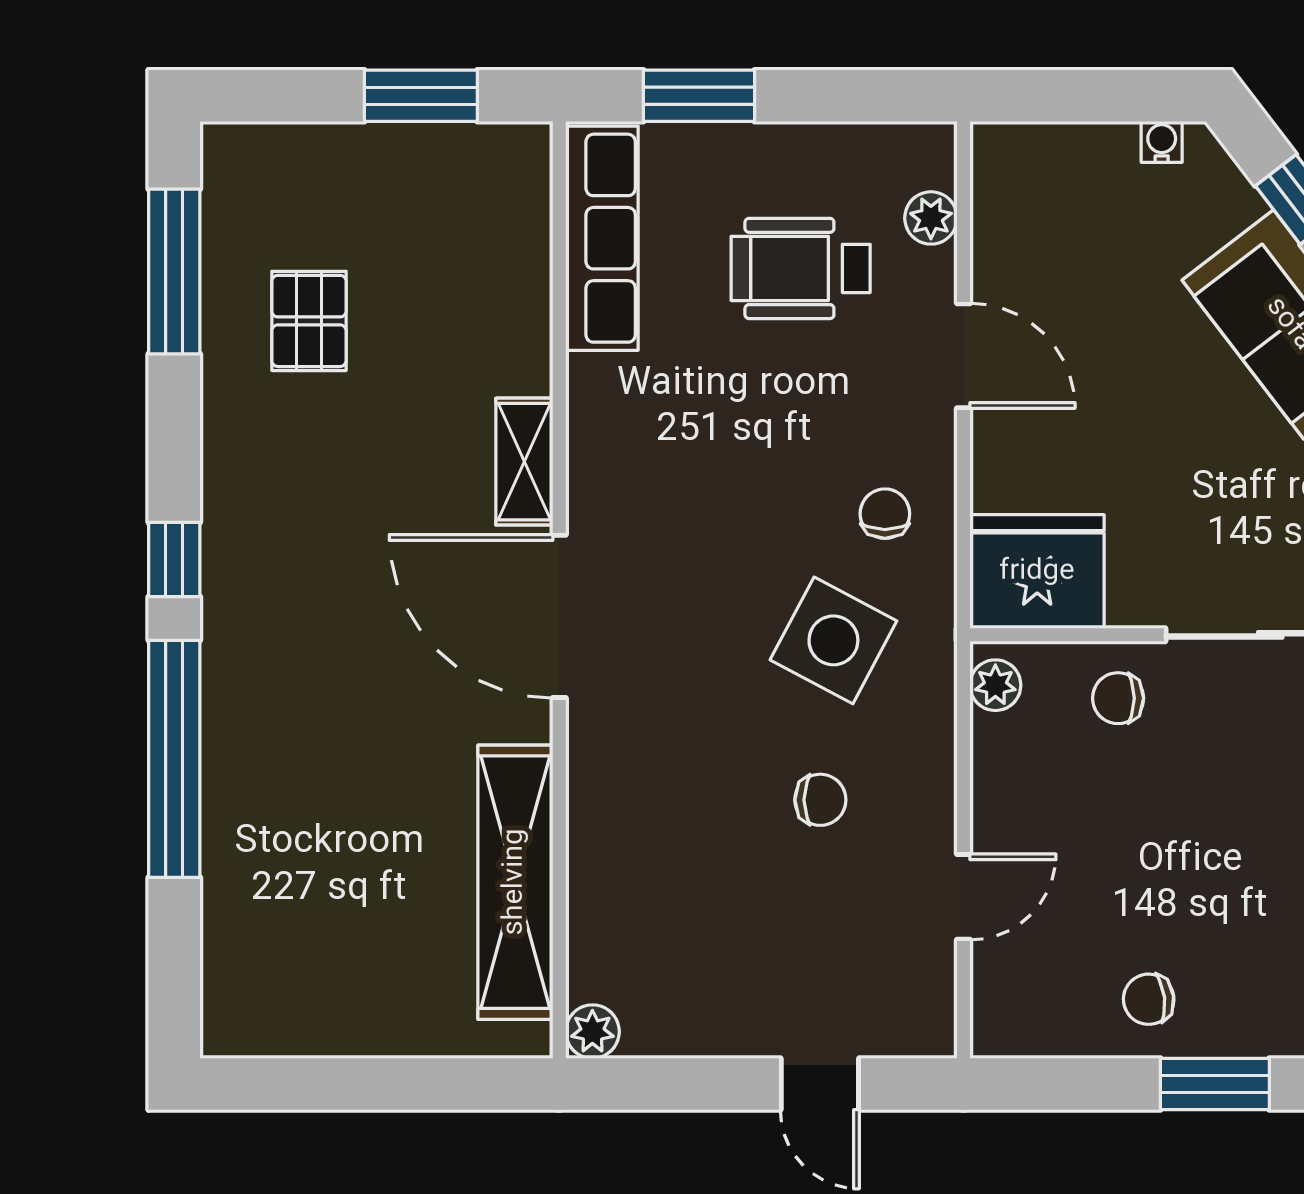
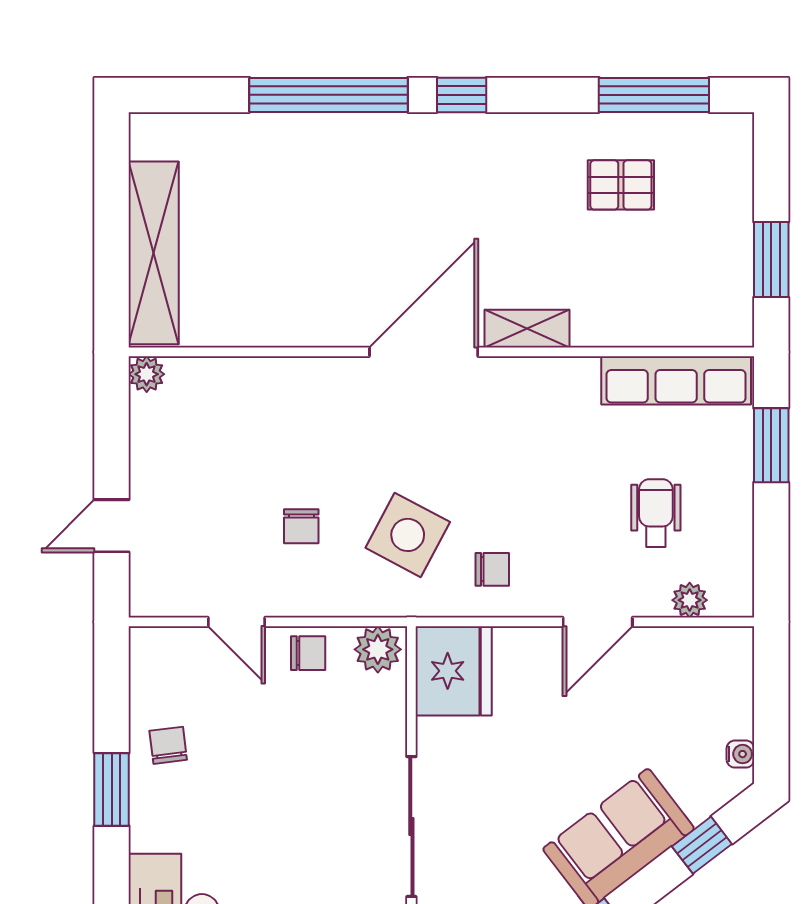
wheelchair: (801, 268) -> (656, 513), width x0.73, depth x0.73
plant: (995, 685) -> (378, 649), width x1.38, depth x1.38
chair: (1118, 698) -> (308, 653), moved, turned 90
shelving: (515, 882) -> (154, 253), moved, turned 90

